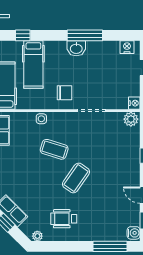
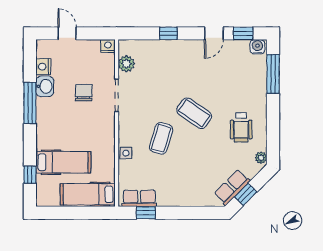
nightstand: (127, 47) -> (43, 67), moved
washbasin: (76, 48) -> (45, 86), moved
chair: (64, 93) -> (84, 93), moved
plant: (131, 119) -> (126, 64), moved

